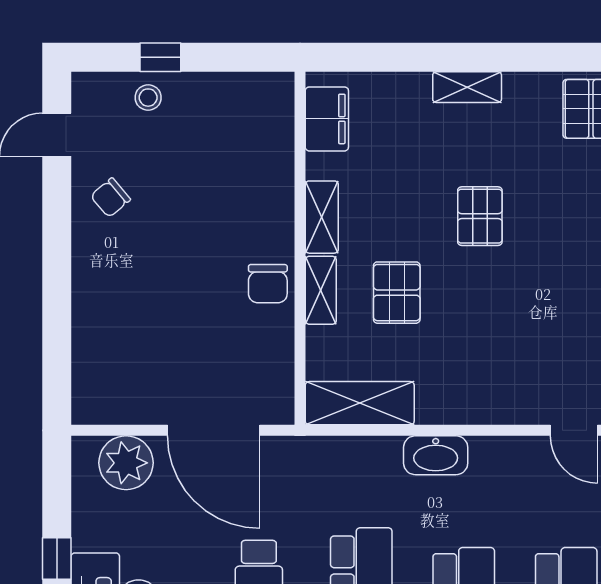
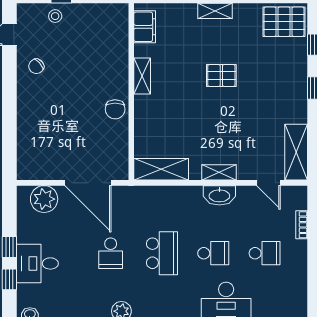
pallet: (480, 216) -> (221, 75), turned 90
shelving: (321, 290) -> (219, 172), moved, turned 90
pallet: (397, 293) -> (180, 114), removed
washbasin: (436, 455) -> (219, 195), moved

